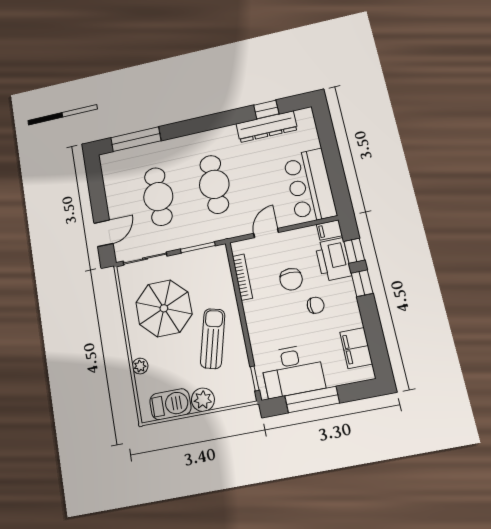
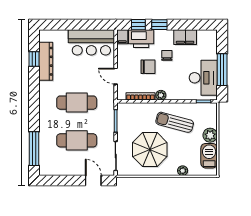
plant: (251, 308) -> (161, 95), added
filing cabinet: (356, 348) -> (185, 37), moved

